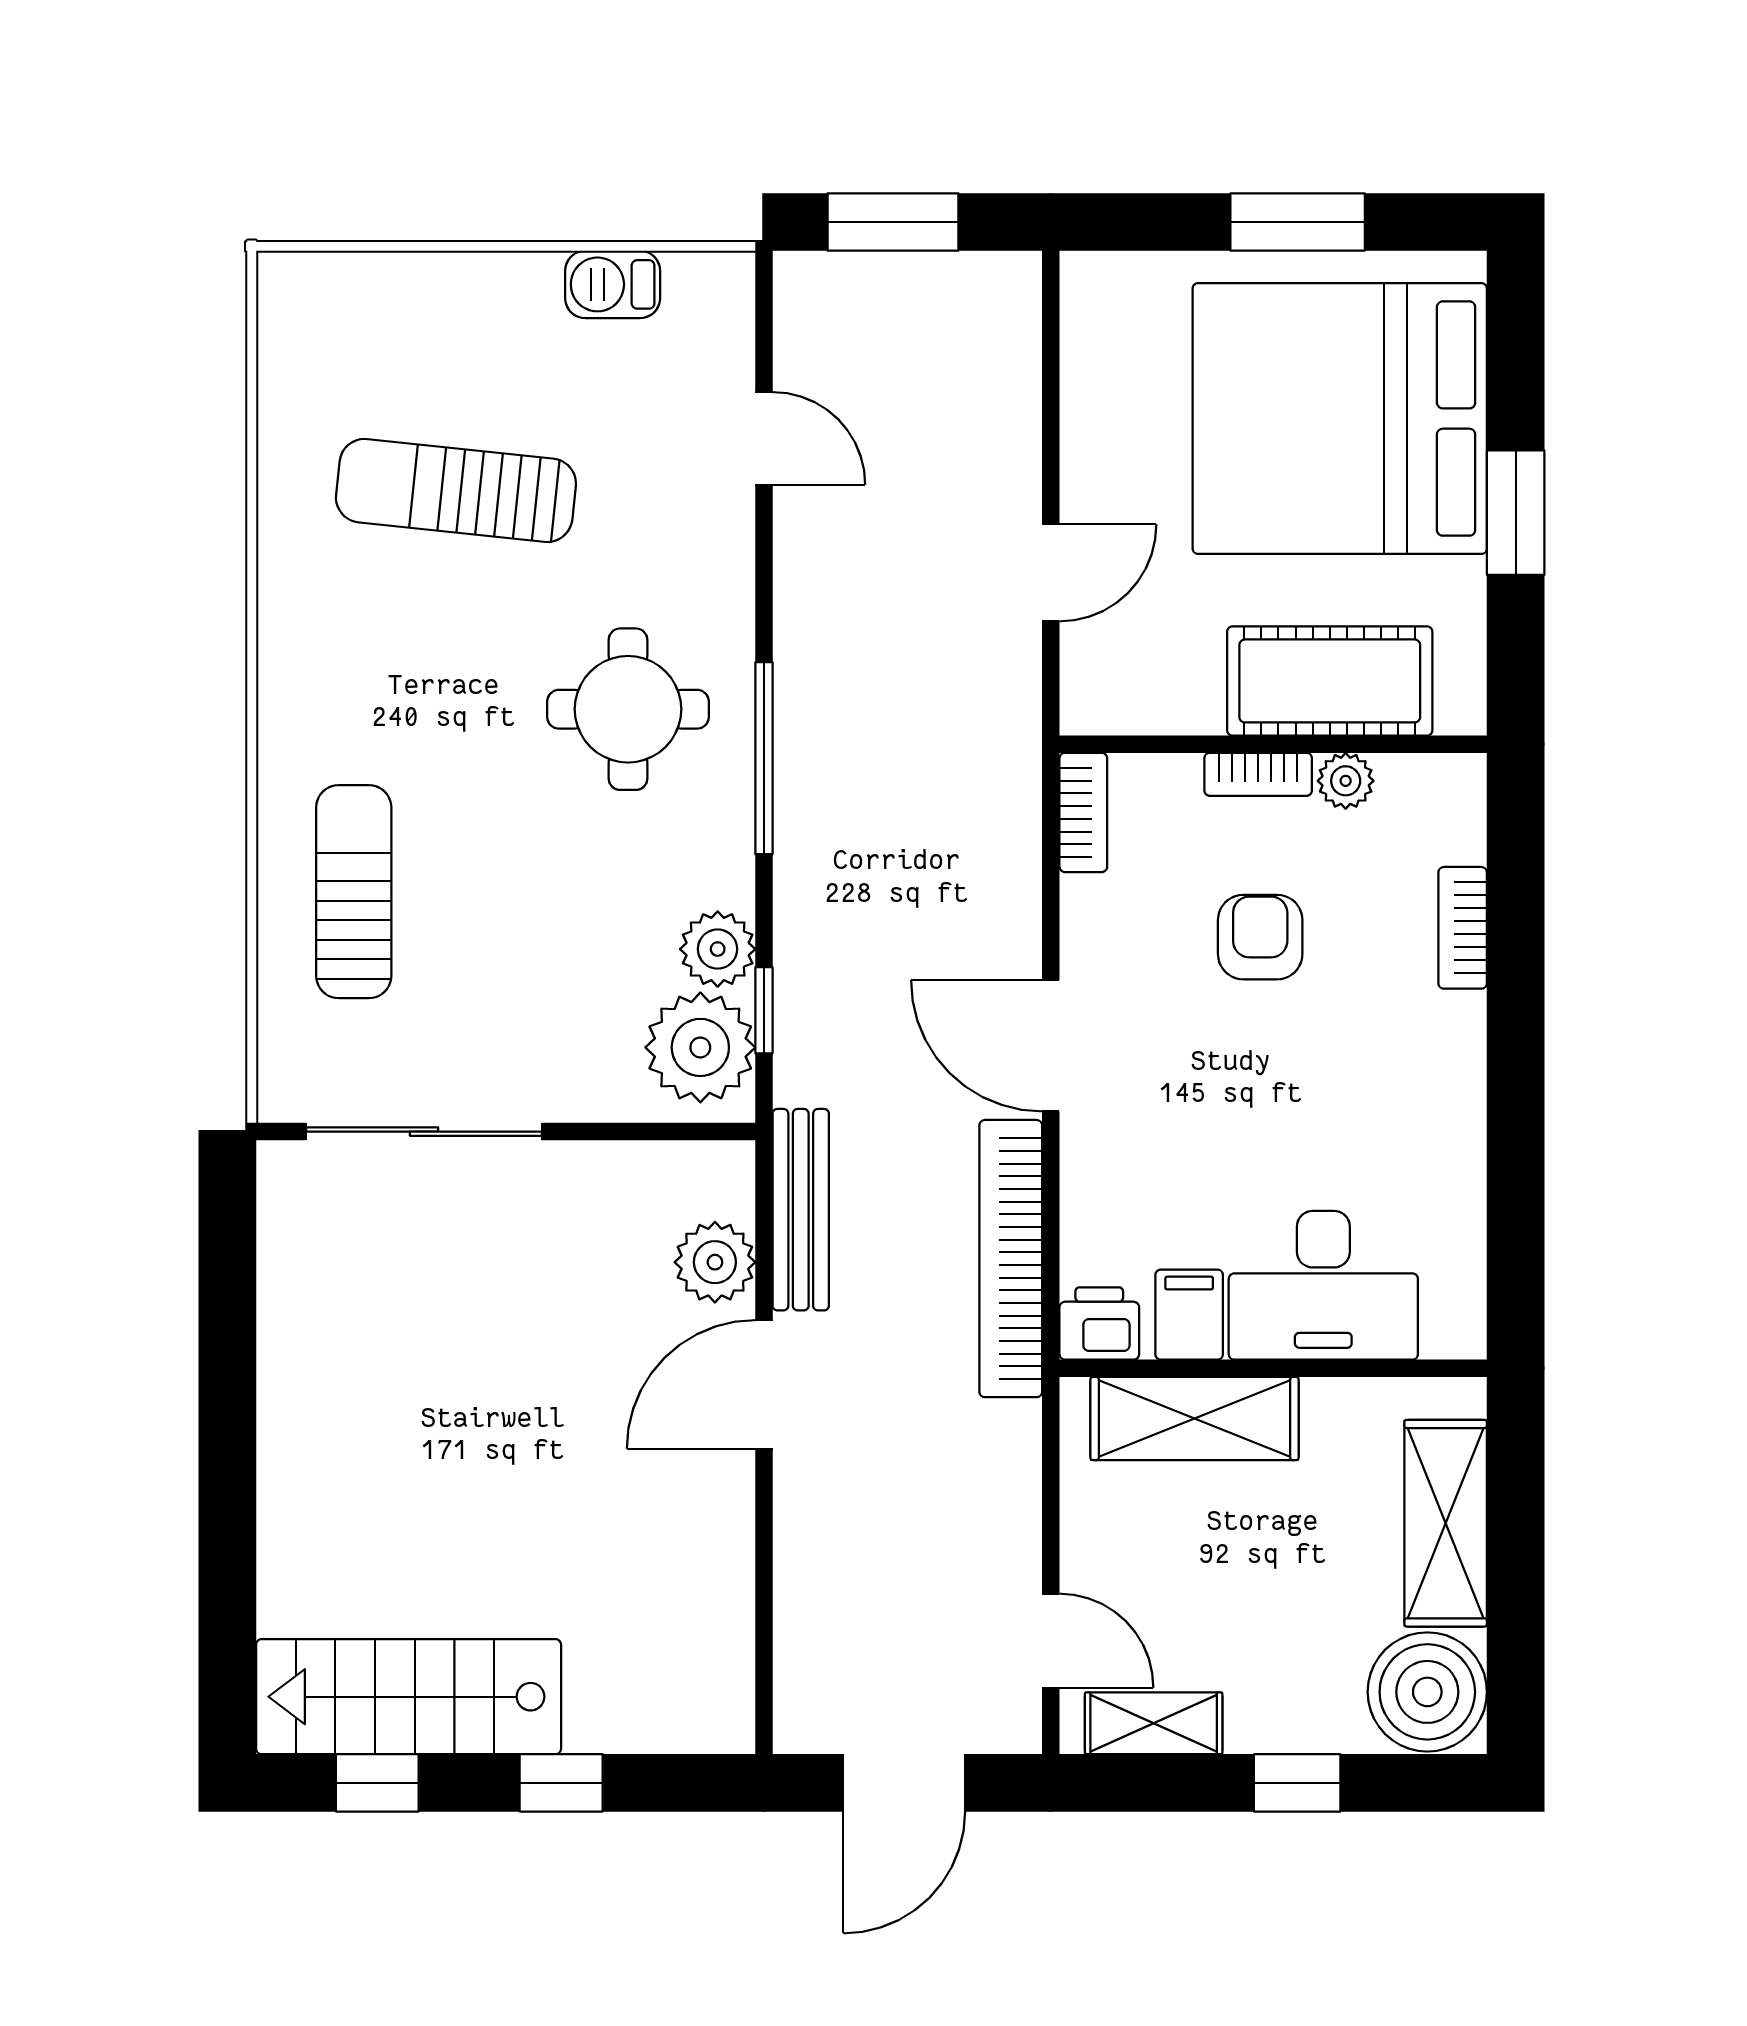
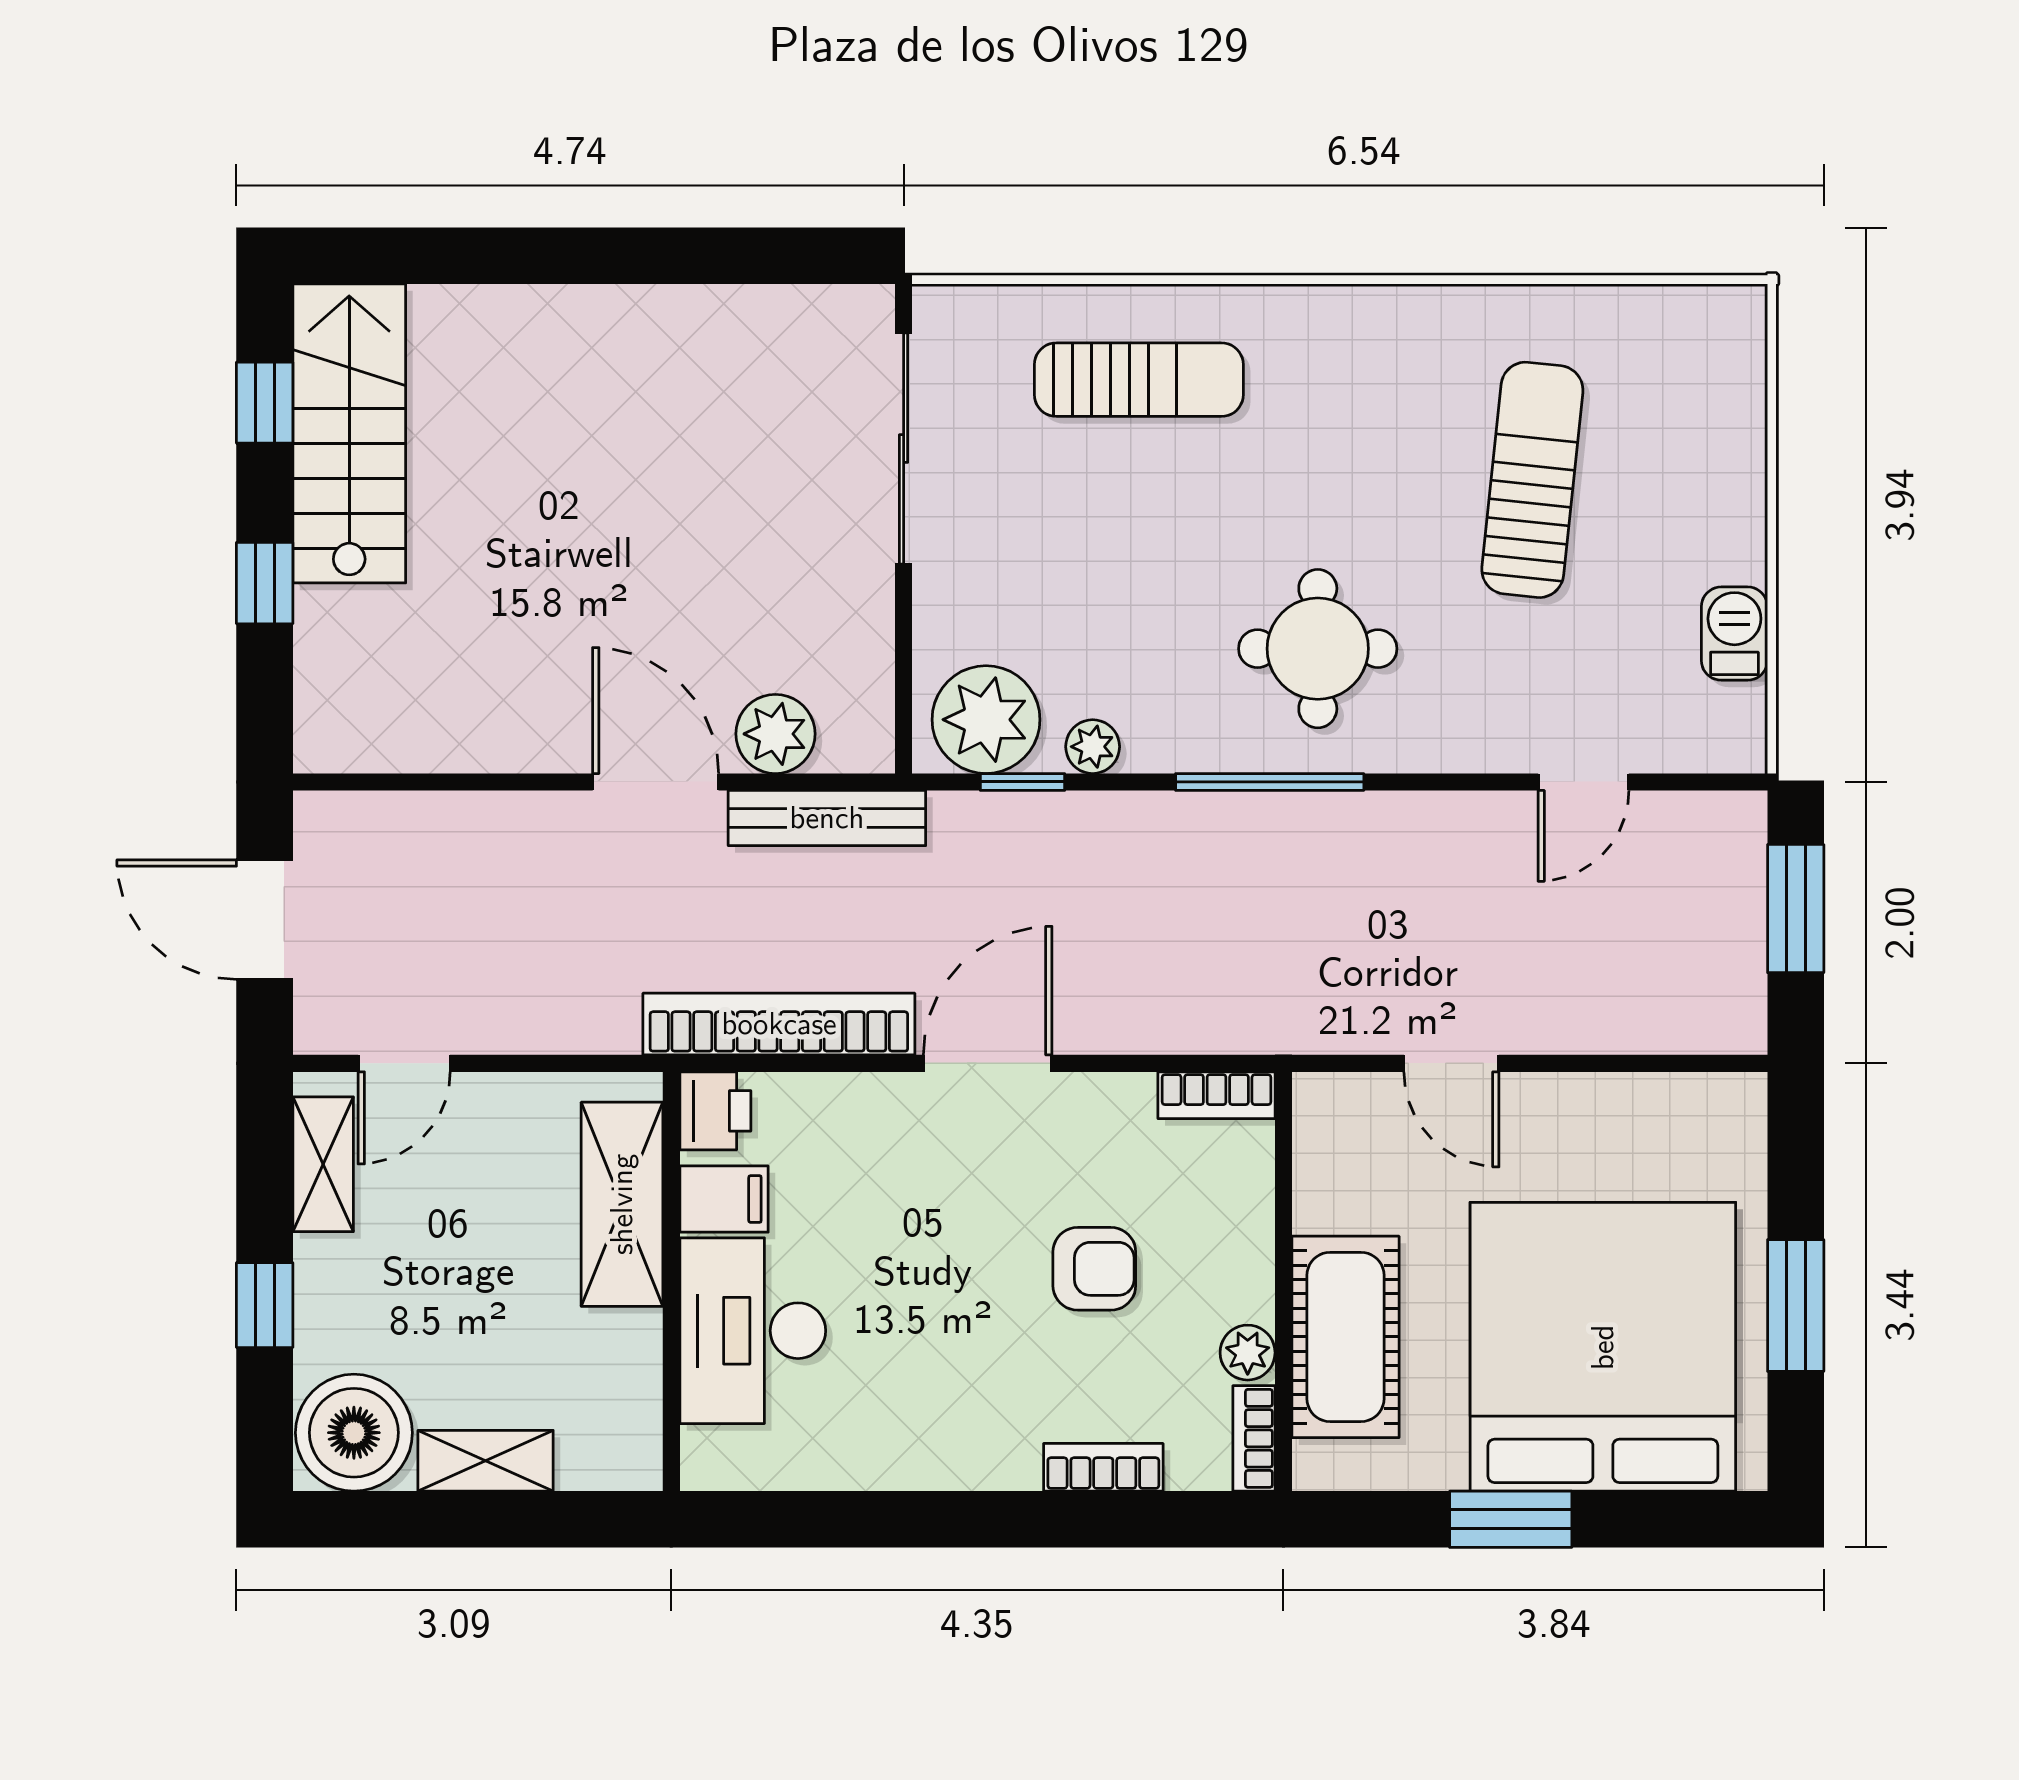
bookcase: (1258, 774) -> (1254, 1438), moved
plant: (718, 949) -> (1093, 747), width x0.73, depth x0.73
shelving: (1446, 1523) -> (486, 1461), width x0.67, depth x0.75

